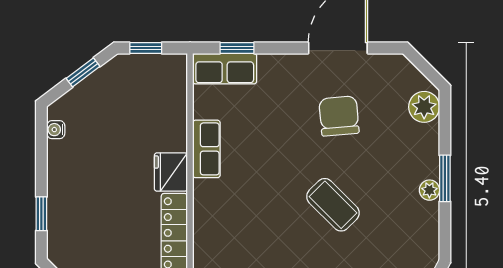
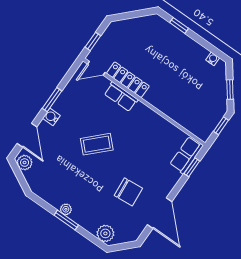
row of seats: (206, 149) -> (121, 97), moved
fridge: (171, 172) -> (157, 98), removed
coffee table: (333, 205) -> (97, 144), moved

